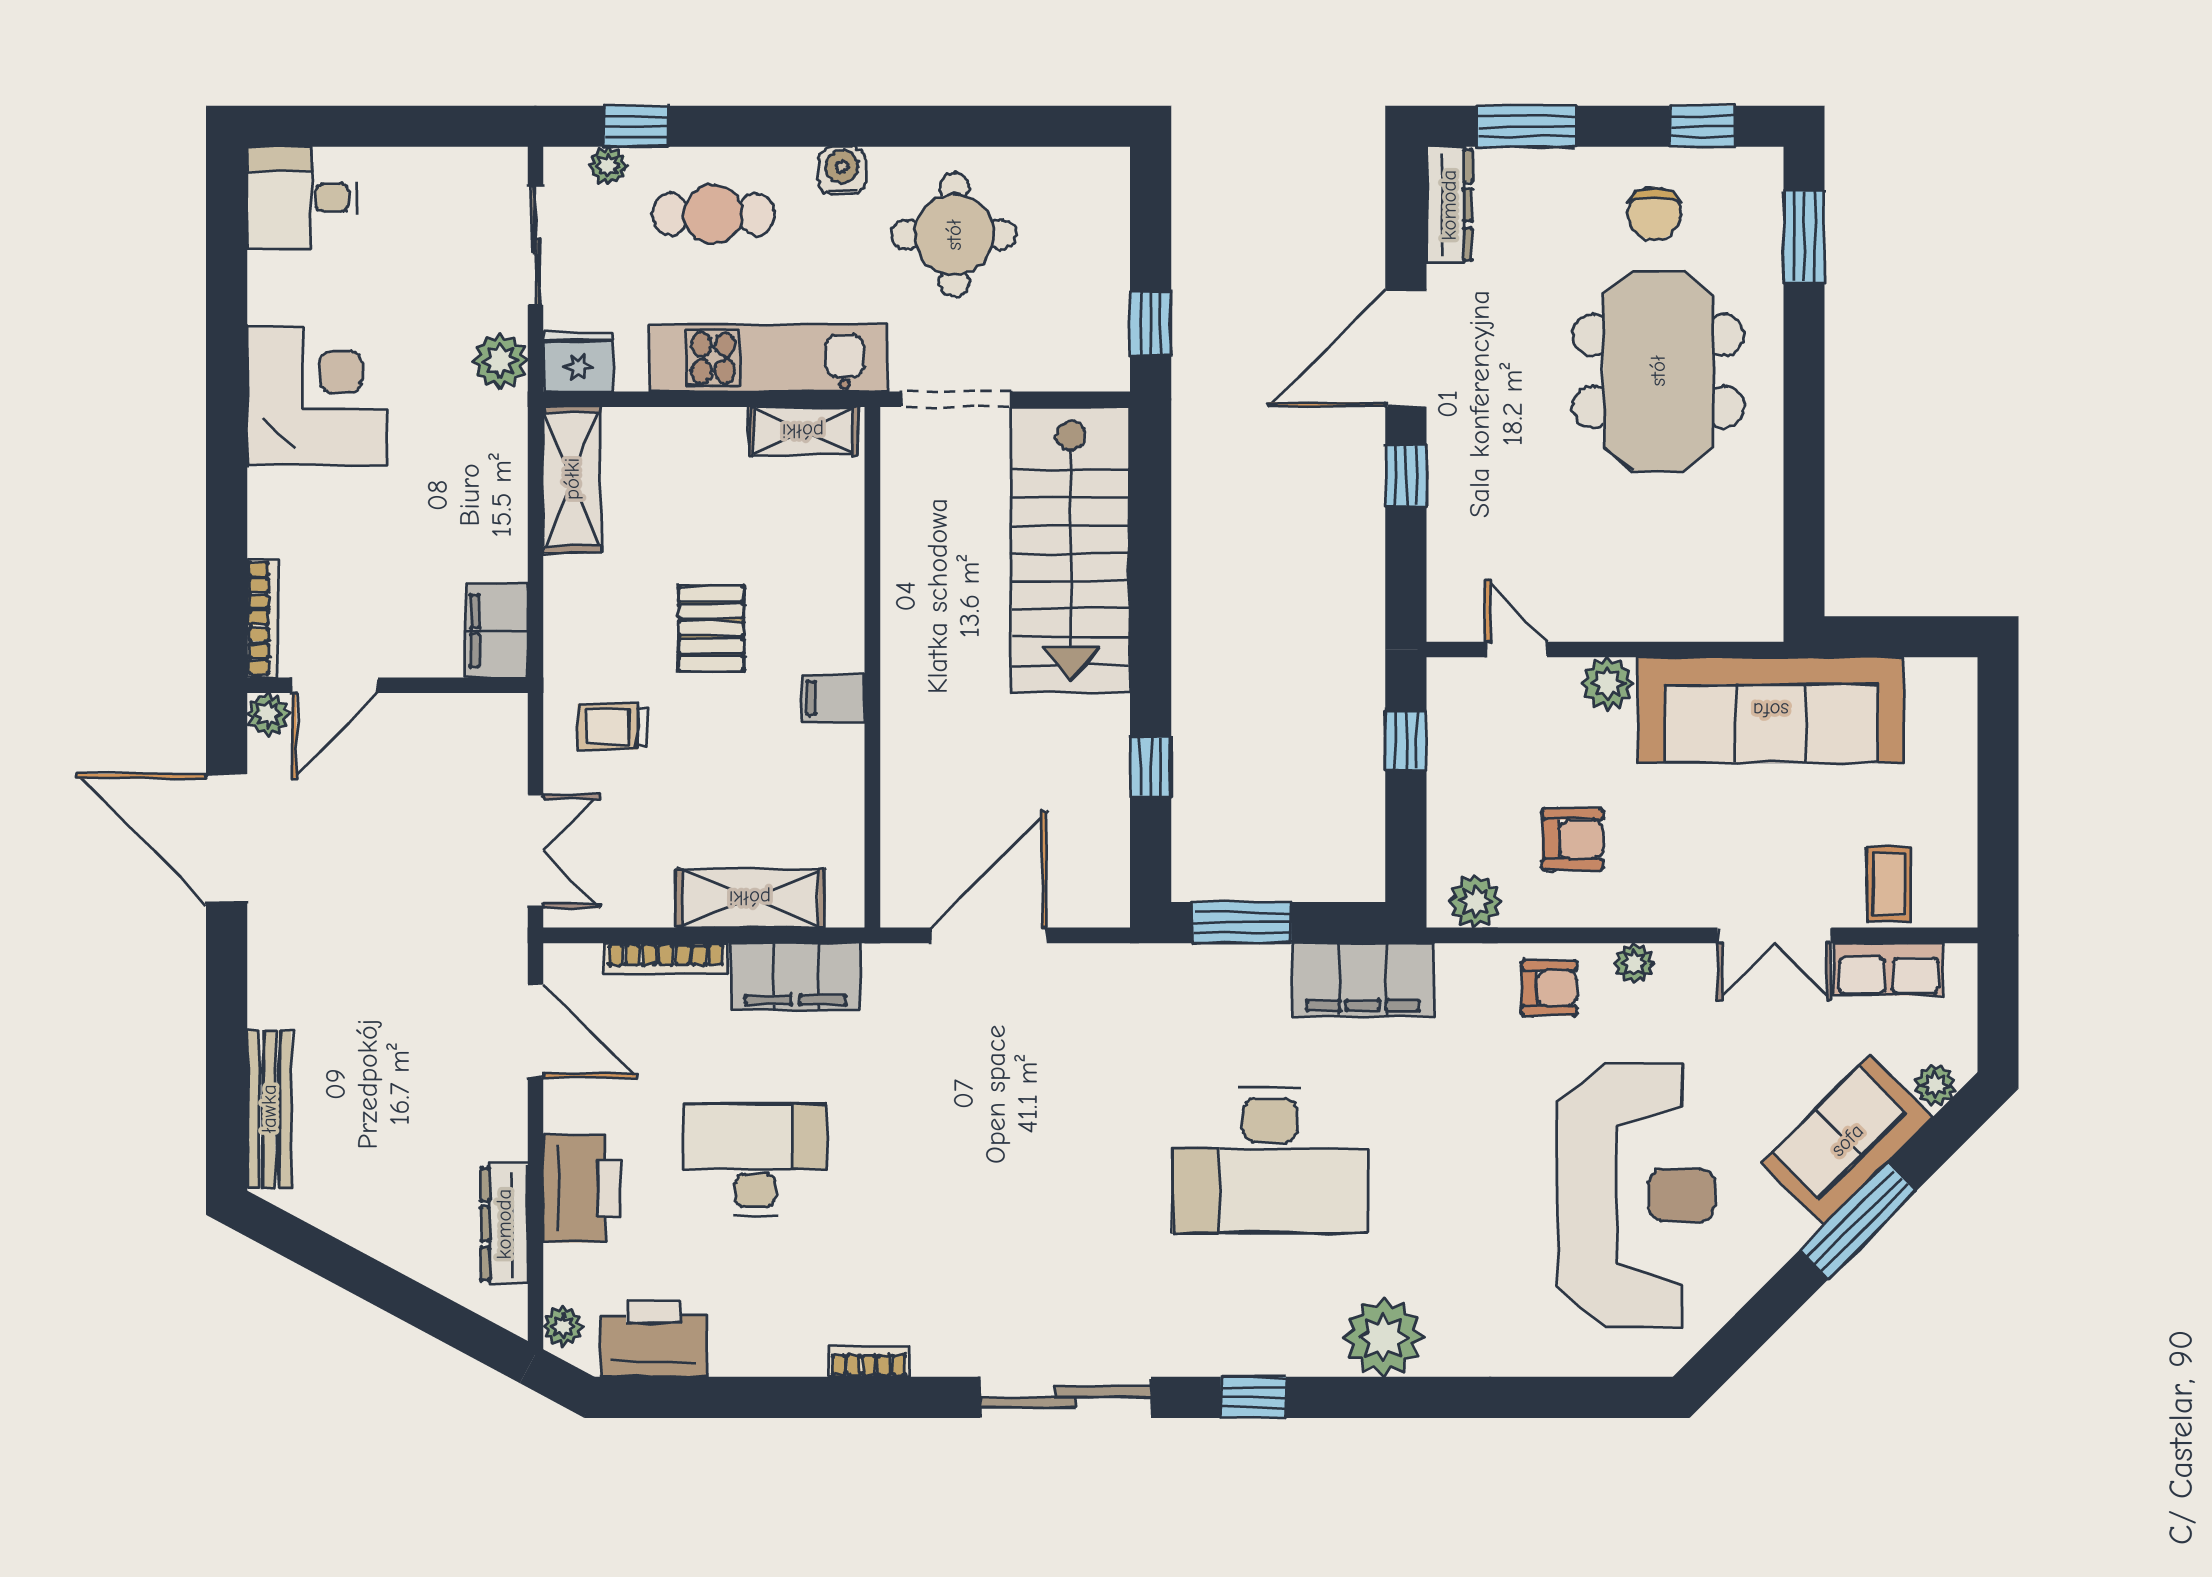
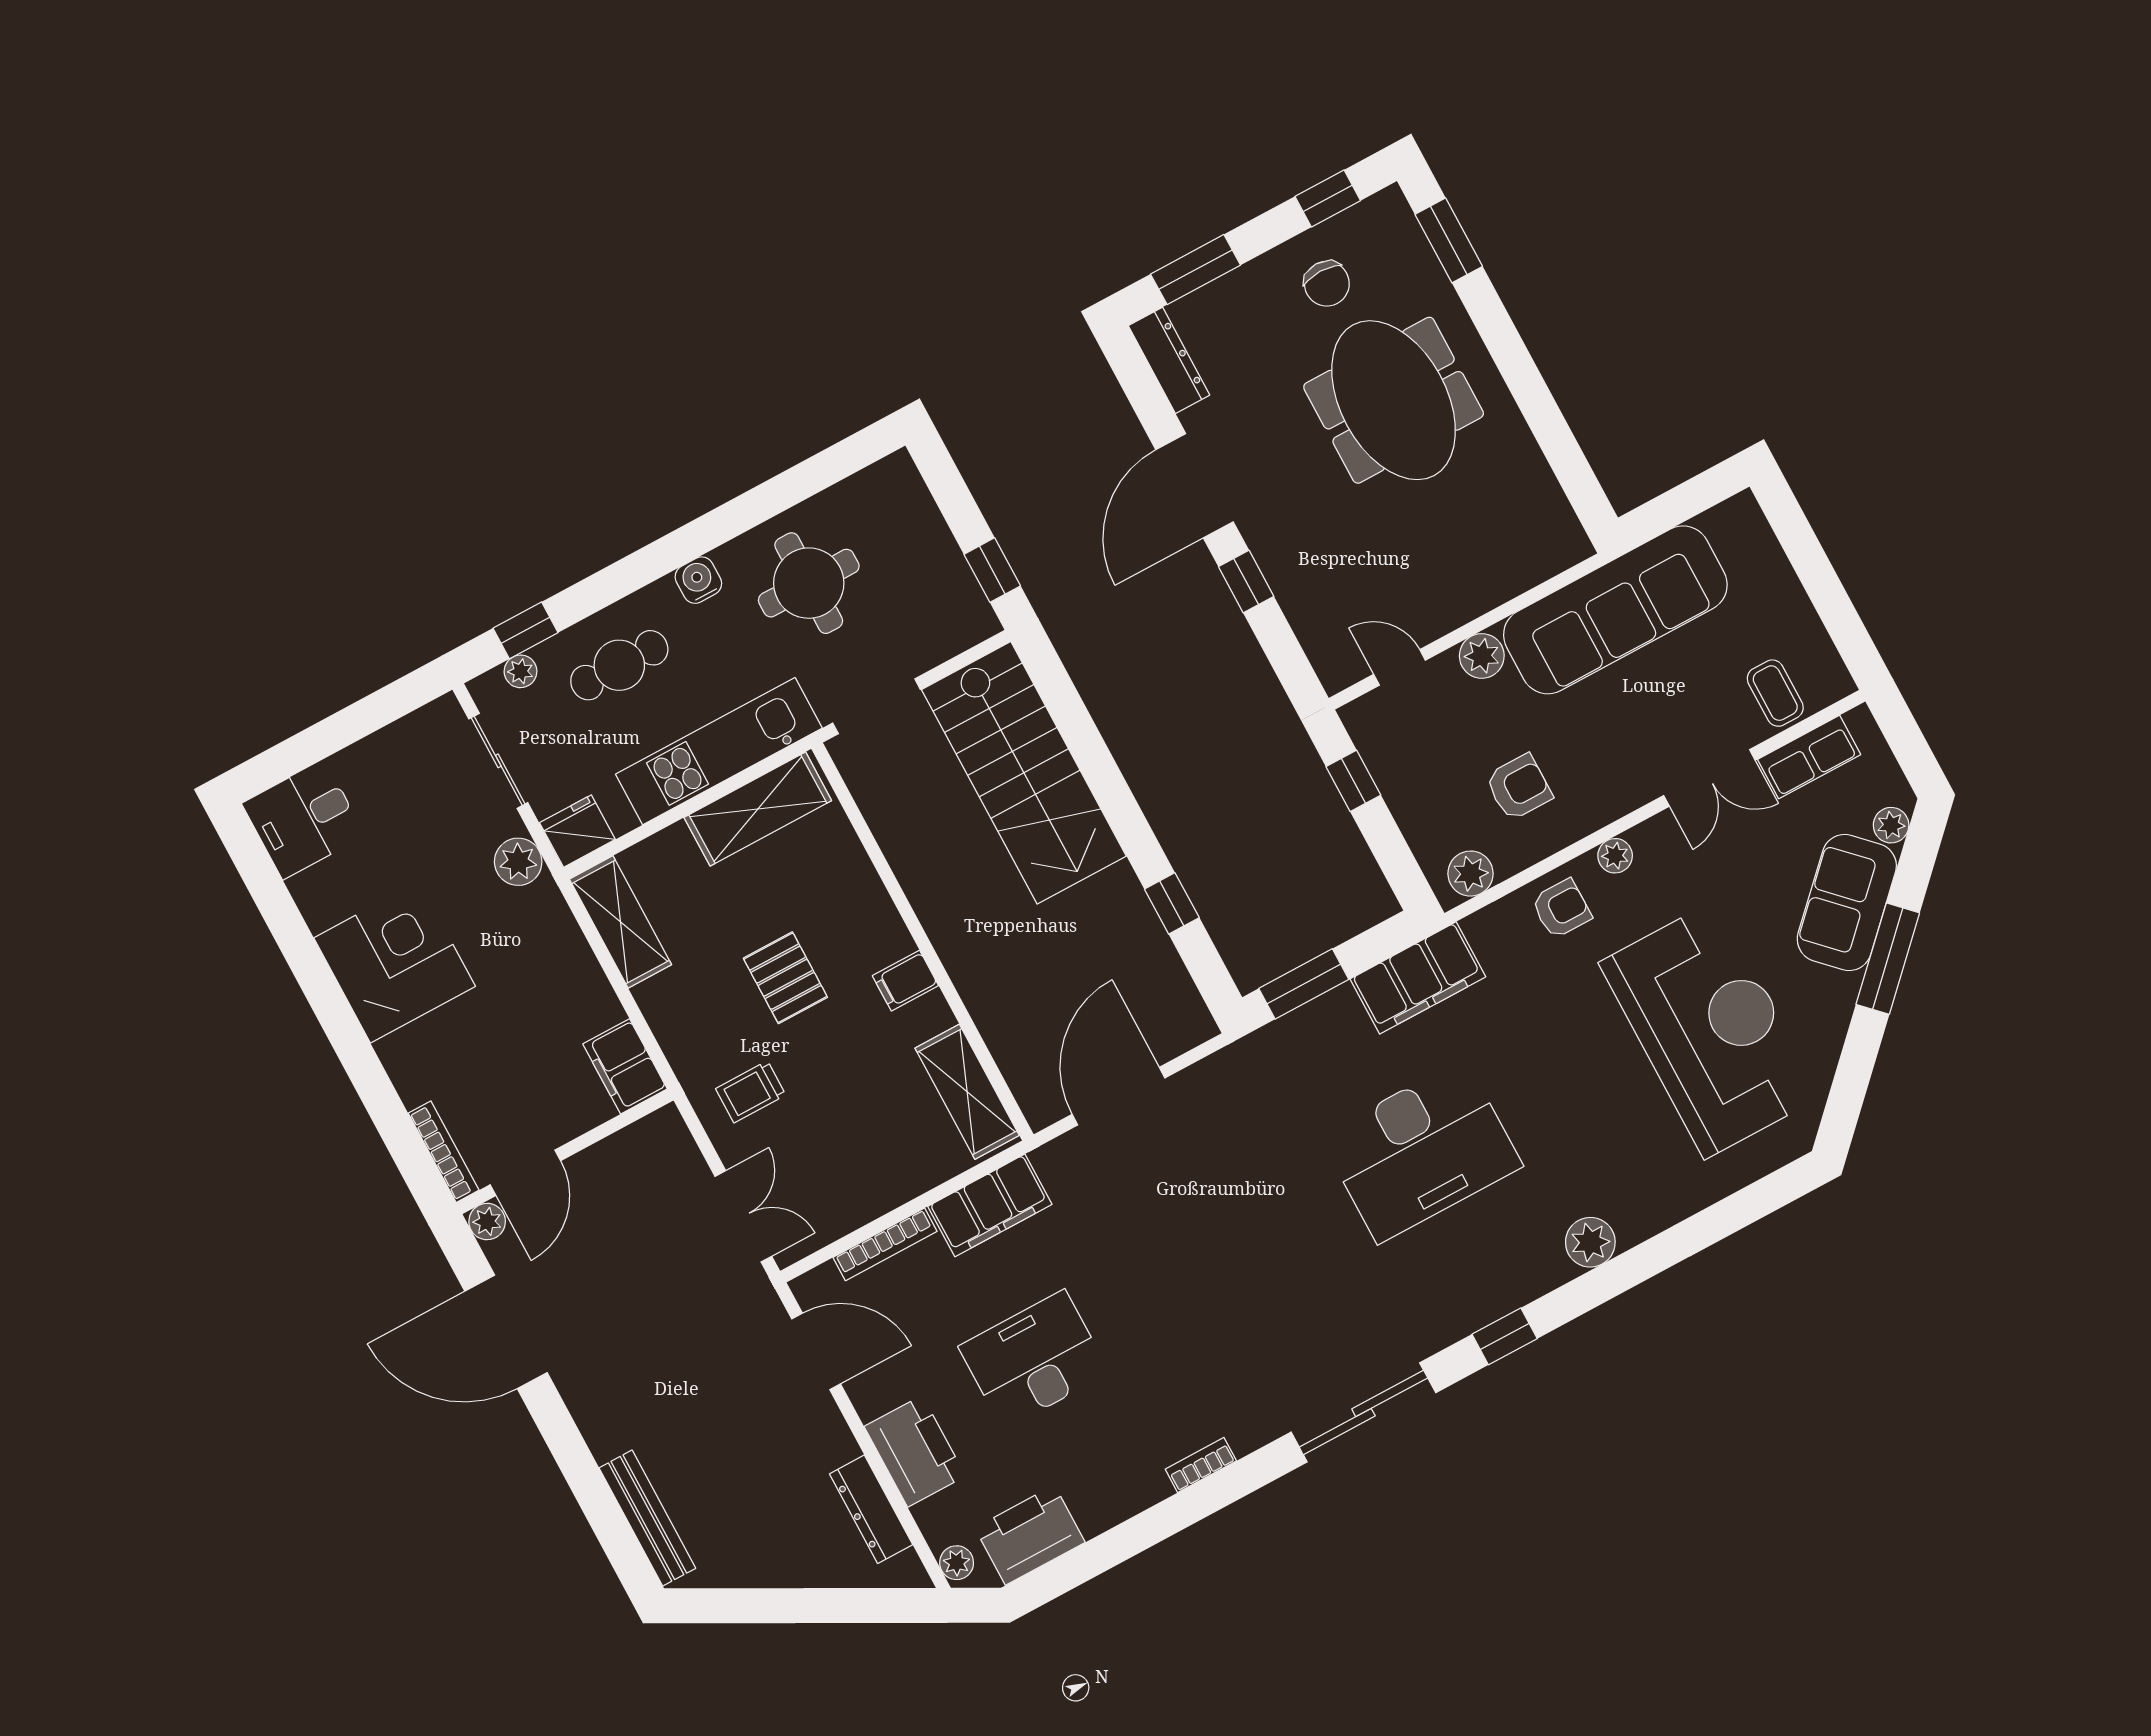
shelving: (803, 431) -> (758, 809), width x1.50, depth x1.33
shelving: (750, 898) -> (967, 1092), moved, turned 90
plant: (1383, 1337) -> (1590, 1242), width x0.73, depth x0.73

